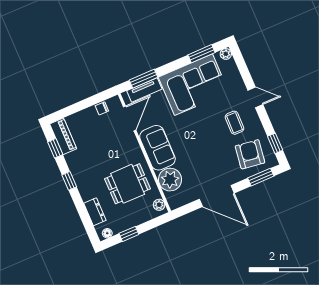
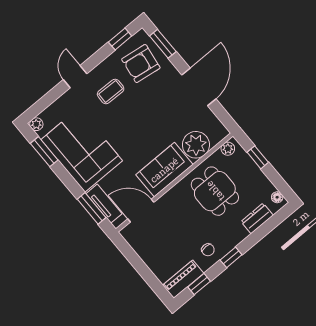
chair: (102, 108) -> (208, 250), moved
window: (129, 234) -> (258, 157), moved

